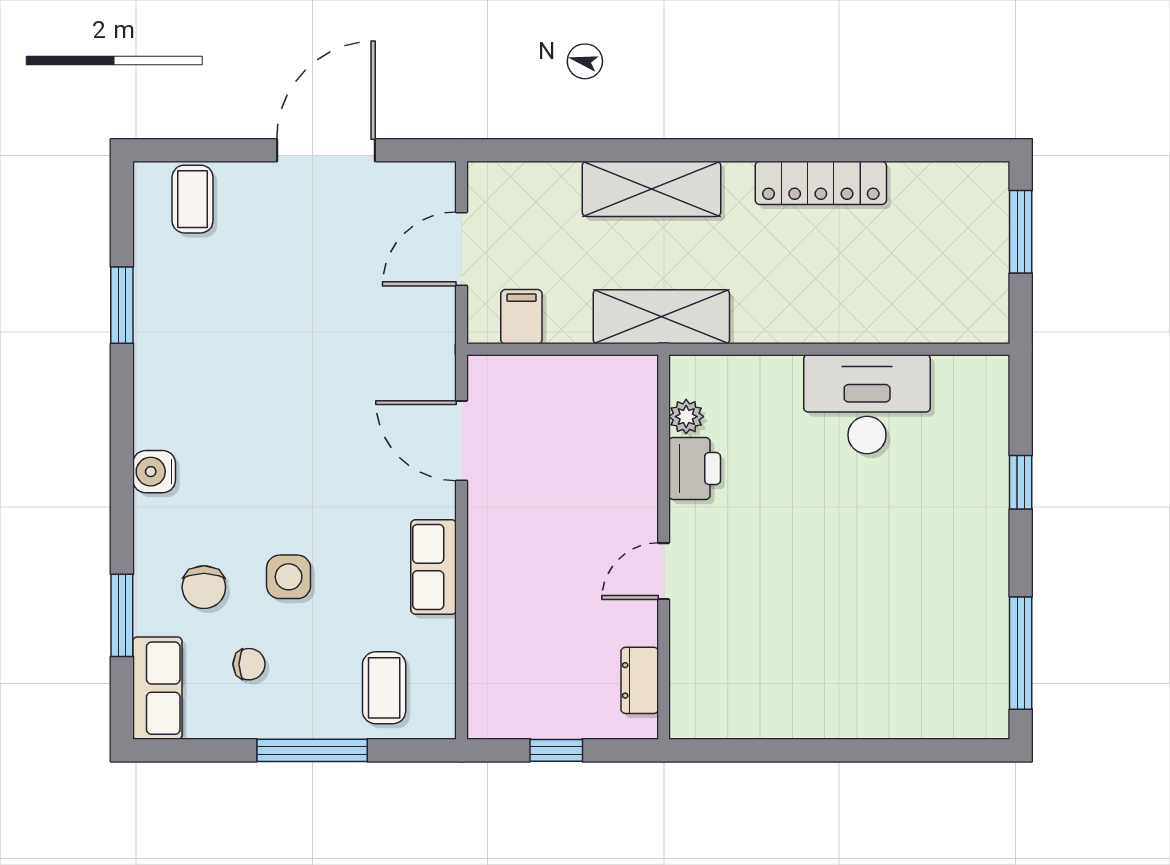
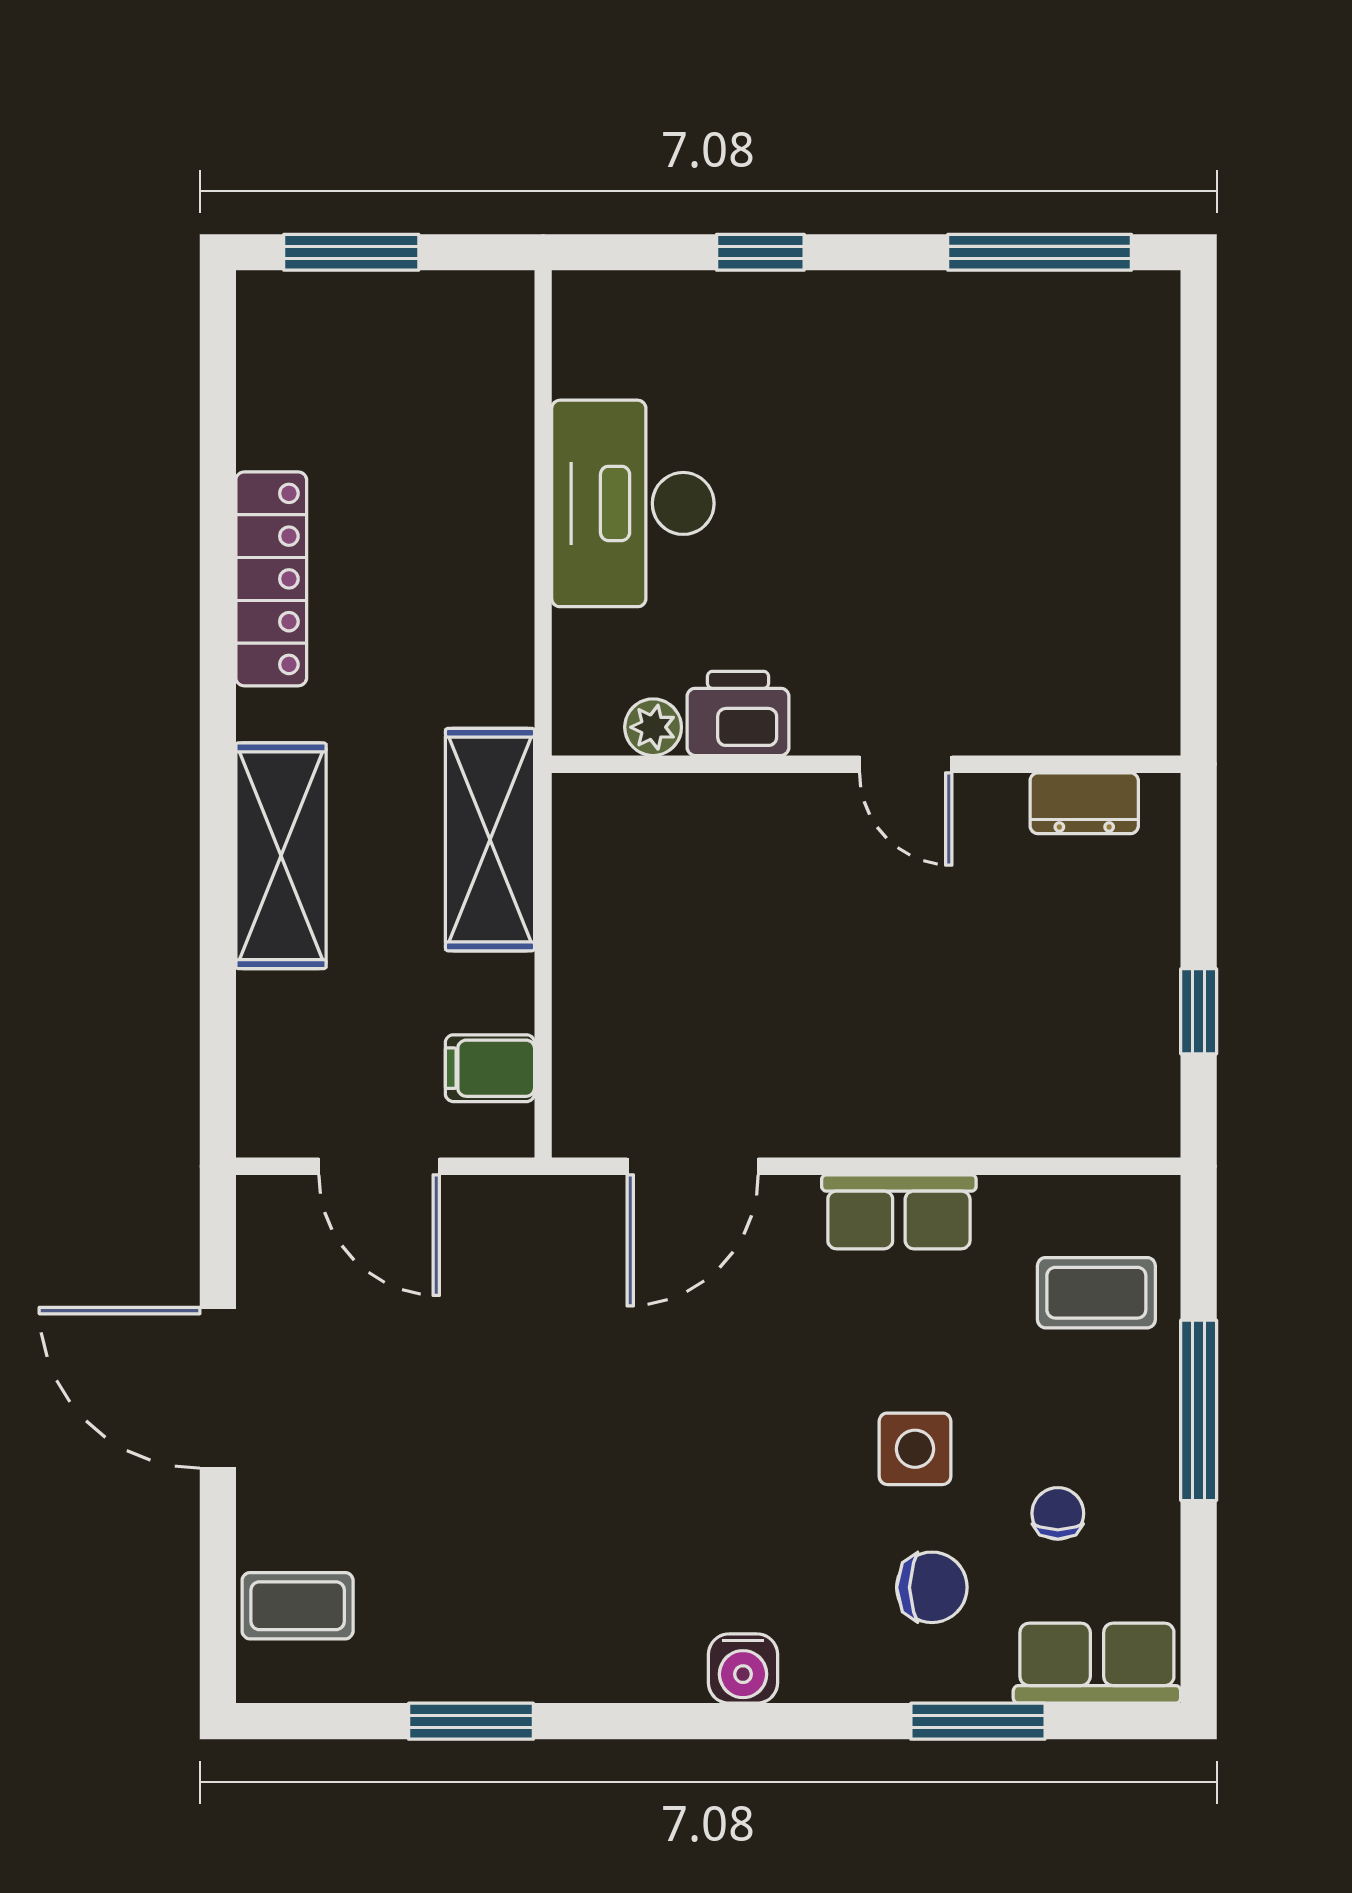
plant: (686, 417) -> (653, 727), moved
printer: (695, 469) -> (738, 713), moved
wall: (664, 547) -> (866, 764), moved
door: (664, 571) -> (906, 764), moved
dresser: (640, 680) -> (1084, 803), moved

